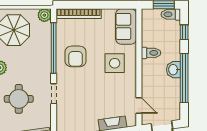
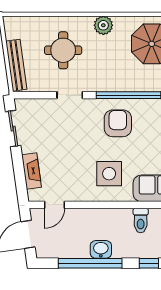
toilet: (151, 53) -> (141, 221), moved
armchair: (76, 56) -> (118, 123), turned 90

